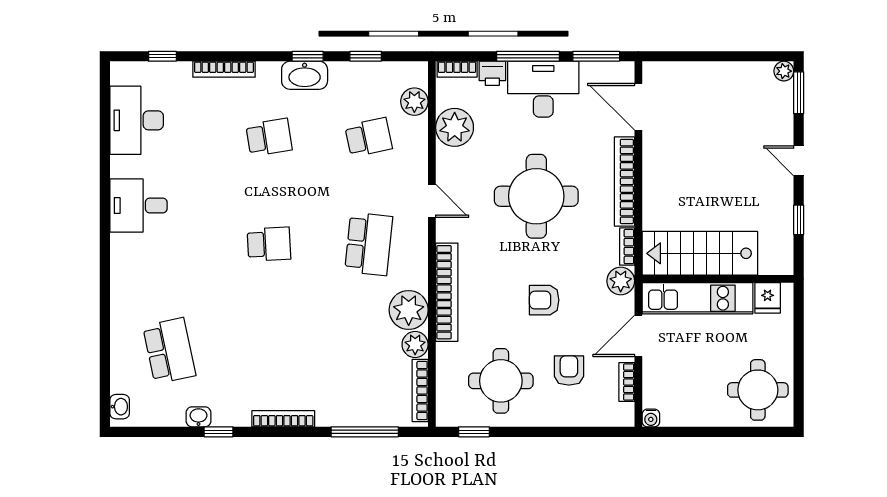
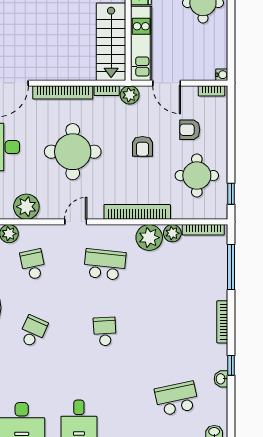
school desk: (269, 137) -> (33, 331), turned 33
bookcase: (627, 382) -> (211, 91), moved

